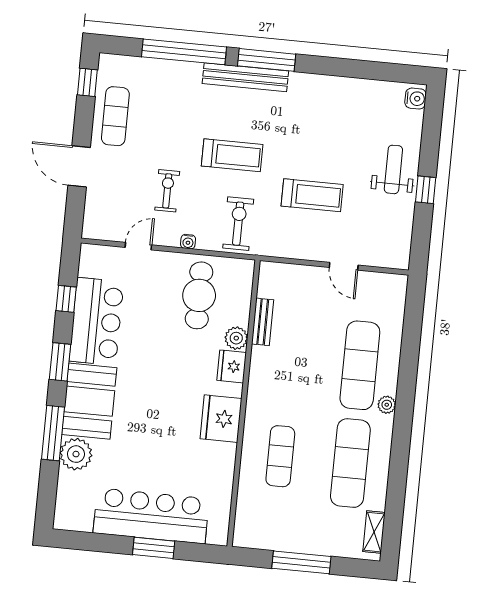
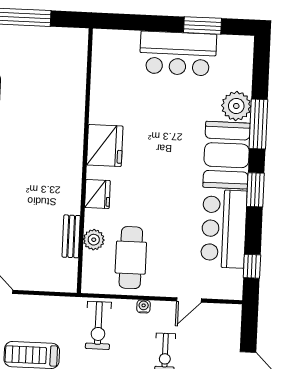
window: (66, 299) -> (252, 266), moved
plant: (236, 338) -> (94, 240), moved
exercise mat: (280, 456) -> (48, 114), removed
bar counter: (151, 516) -> (178, 54), width x0.73
window: (154, 548) -> (203, 25), moved

